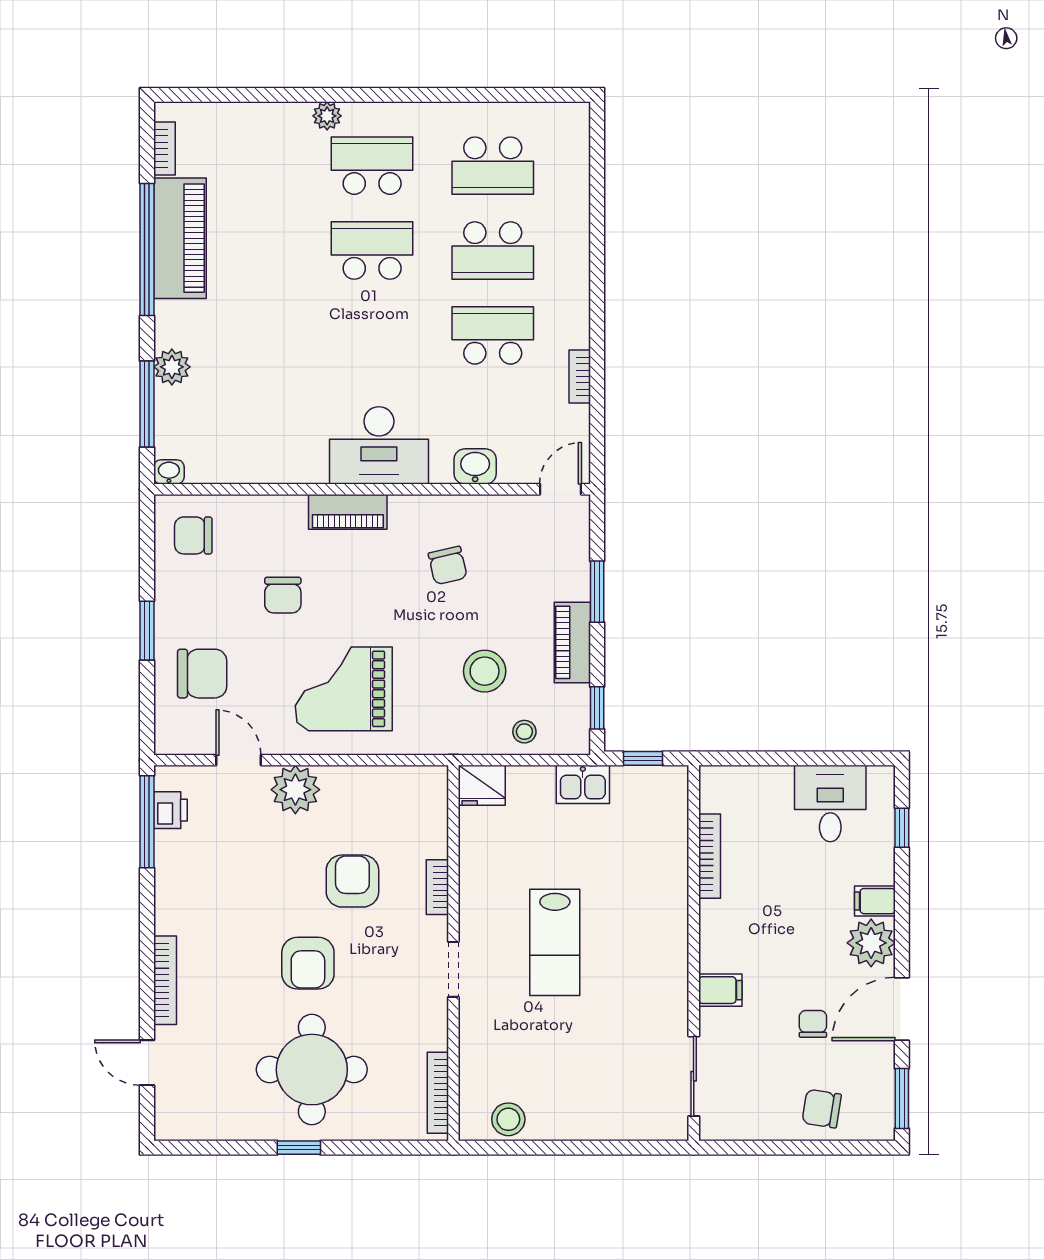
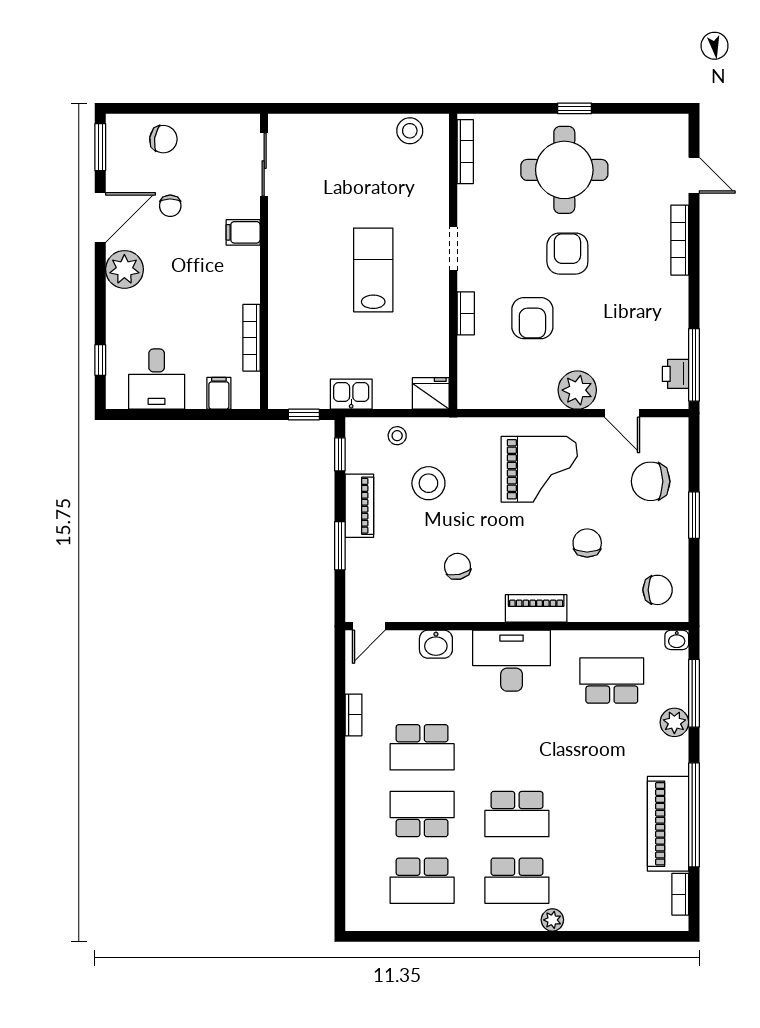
school desk: (493, 166) -> (422, 881), turned 180
school desk: (251, 420) -> (612, 681), added
filing cabinet: (875, 901) -> (219, 393), moved, turned -90

